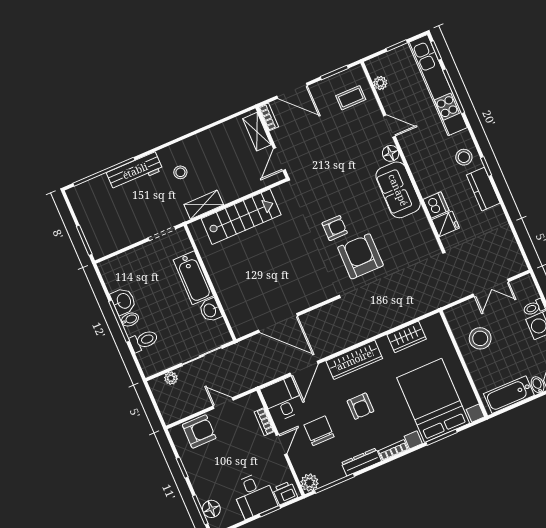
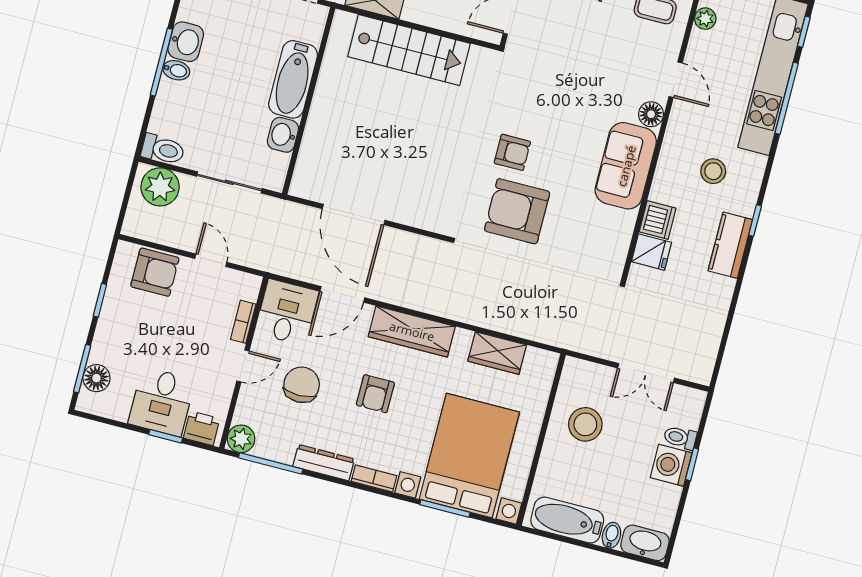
stool: (464, 157) -> (713, 171), moved
armchair: (360, 256) -> (517, 211), turned -90
toilet: (144, 341) -> (163, 150), moved
plant: (171, 378) -> (160, 187), width x1.88, depth x1.88

